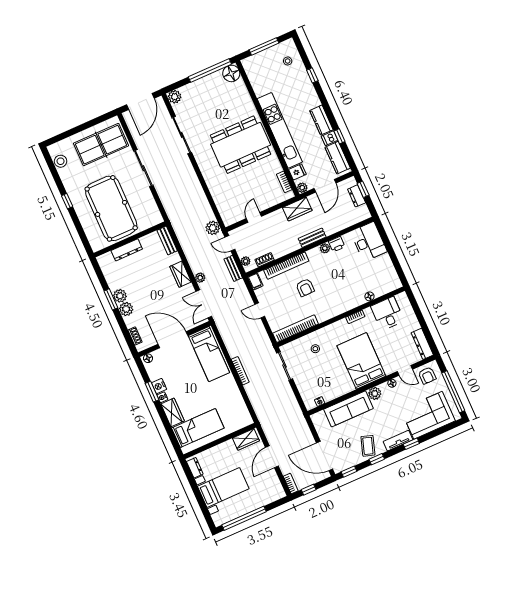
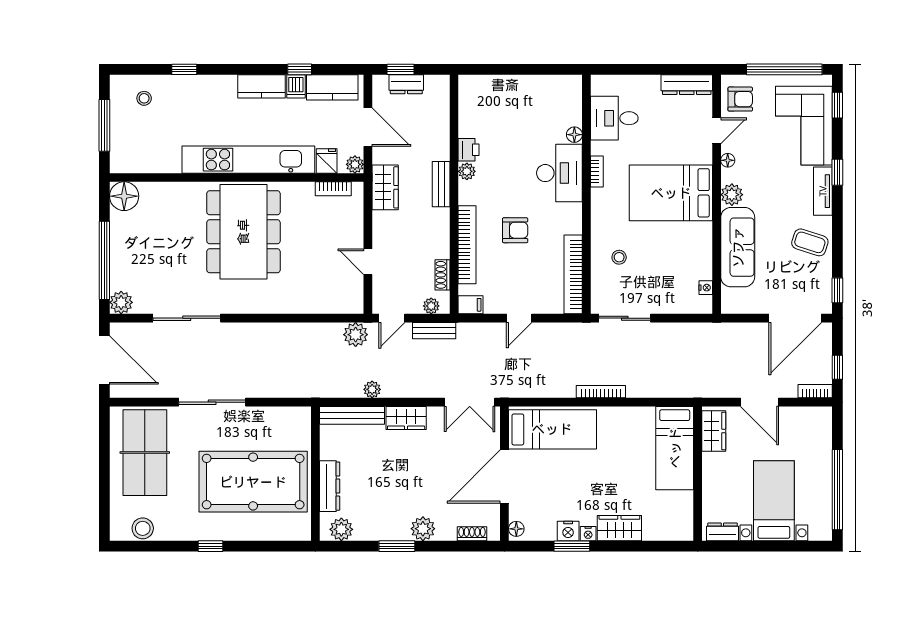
window: (210, 70) -> (104, 260), moved
bench: (167, 240) -> (352, 415), width x1.36
desk: (369, 242) -> (559, 173), moved, turned 90
plant: (200, 278) -> (372, 389), moved
plant: (120, 296) -> (341, 529), moved
bed: (198, 428) -> (675, 448), moved, turned 180
window: (377, 459) -> (837, 105), moved

